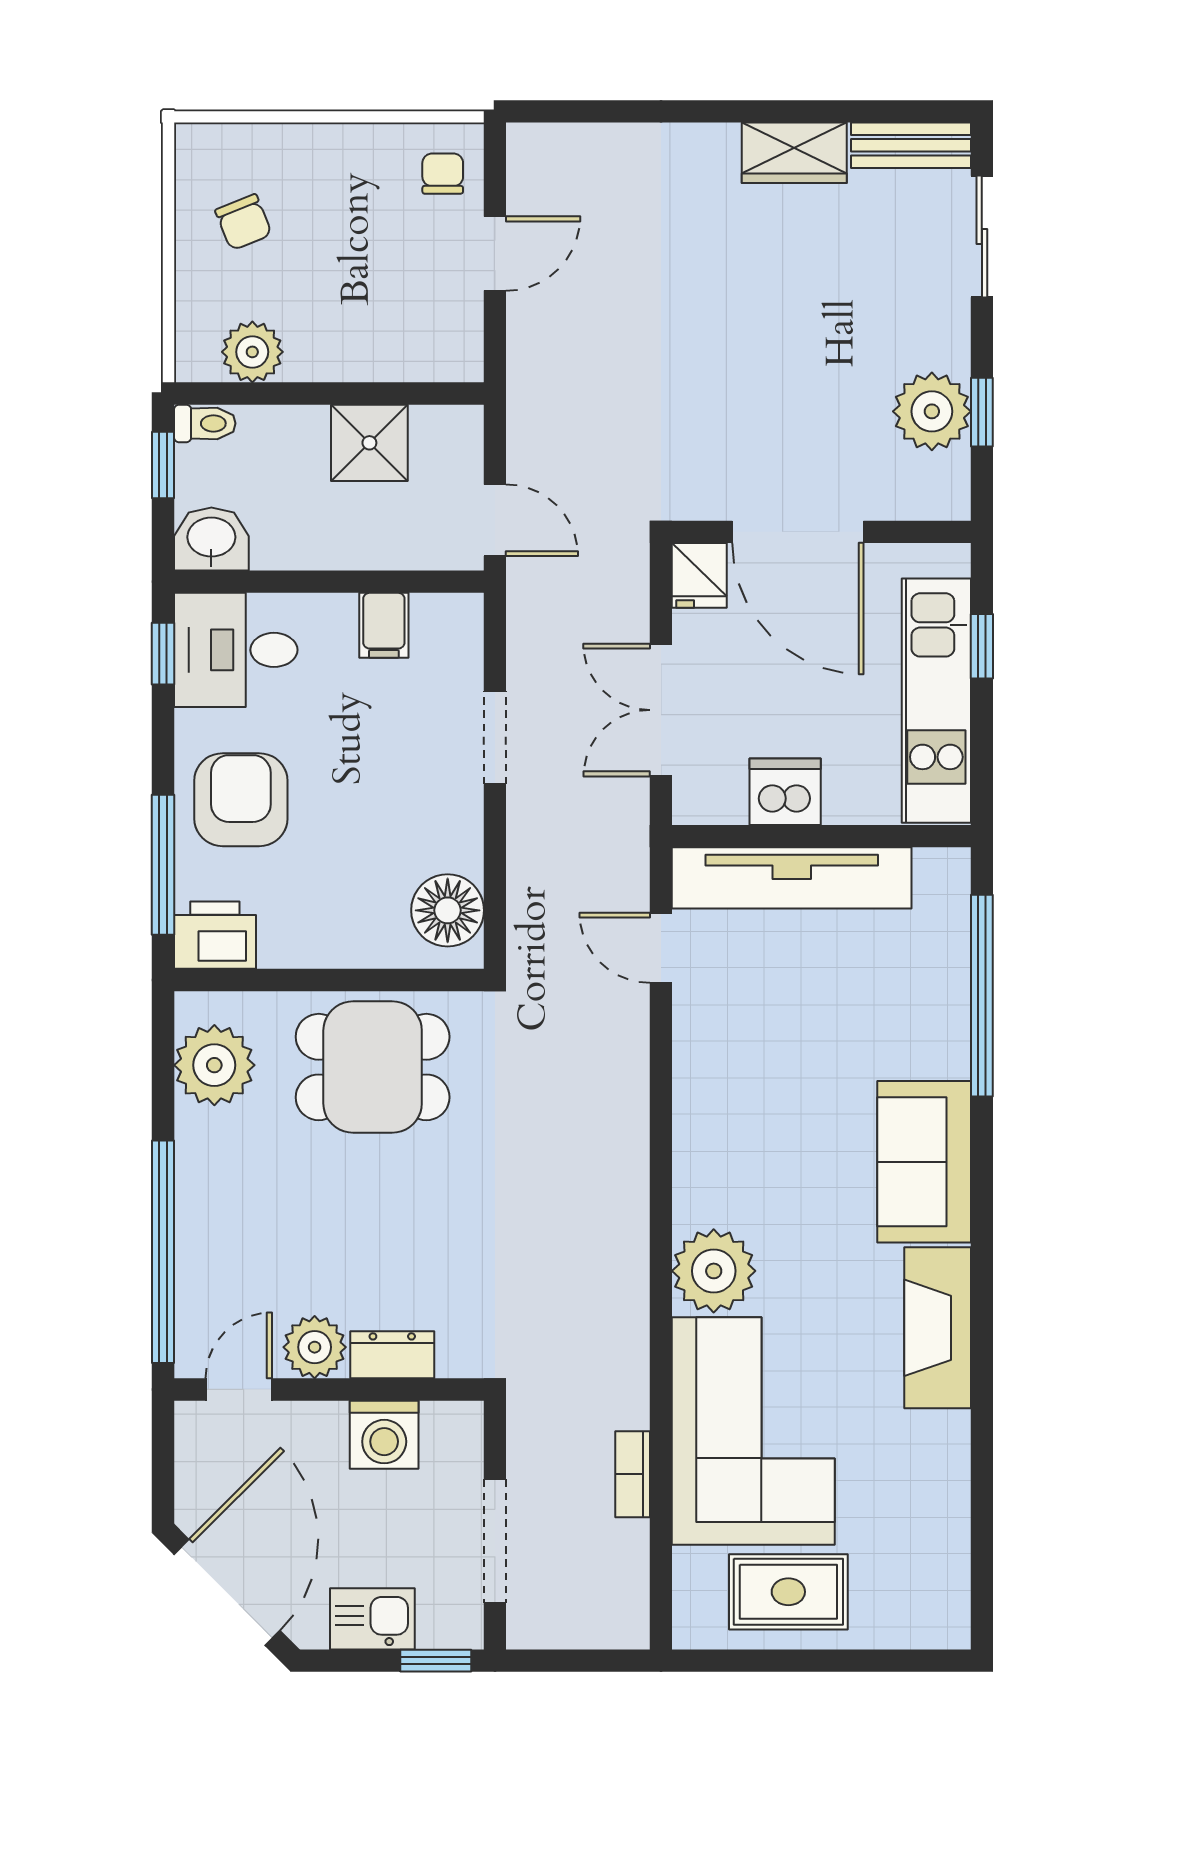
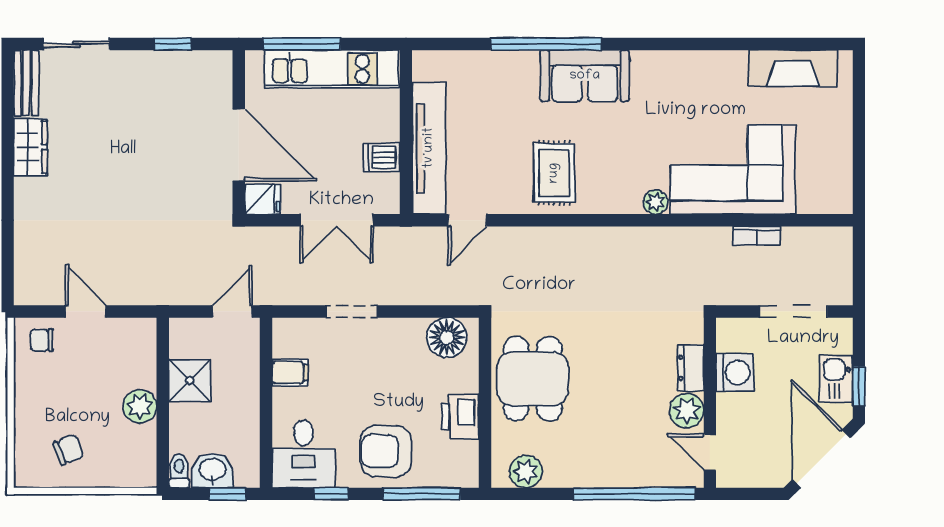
plant: (252, 352) -> (140, 406), moved
plant: (932, 411) -> (173, 71), removed
window: (163, 465) -> (228, 494), moved
door: (798, 532) -> (239, 145), hinge flipped
washbasin: (211, 539) -> (212, 470), moved, turned 90
window: (982, 646) -> (302, 44), width x2.17
window: (163, 654) -> (331, 494), moved
dishwasher: (785, 792) -> (382, 157), width x0.73
printer: (215, 935) -> (460, 416), moved
window: (982, 996) -> (546, 44), moved
plant: (214, 1065) -> (526, 472), width x0.73, depth x0.73
plant: (714, 1271) -> (655, 202), width x0.53, depth x0.53
fireplace: (938, 1328) -> (793, 68), moved
door: (227, 1592) -> (821, 459), hinge flipped
rug: (788, 1592) -> (554, 173), moved
window: (436, 1661) -> (859, 386), moved

